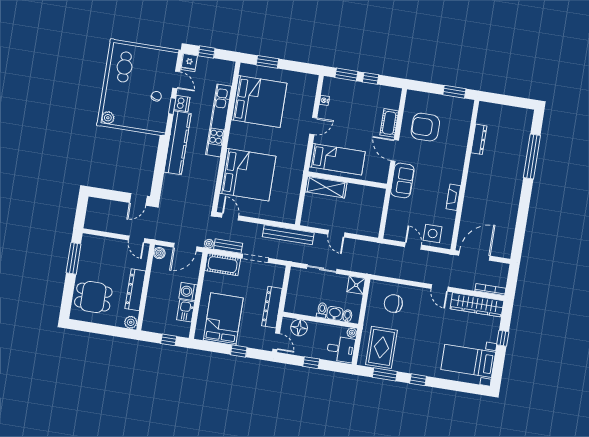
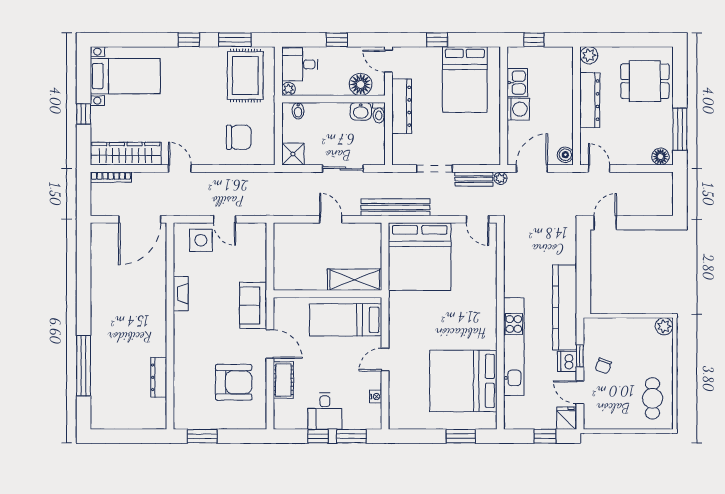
desk: (363, 96) -> (325, 411), added
bed: (248, 175) -> (420, 257), moved, turned -90
floor lamp: (91, 241) -> (660, 157), added
cot: (223, 265) -> (477, 153), removed
toilet: (322, 310) -> (379, 113), moved
washbasin: (335, 313) -> (361, 111), moved

